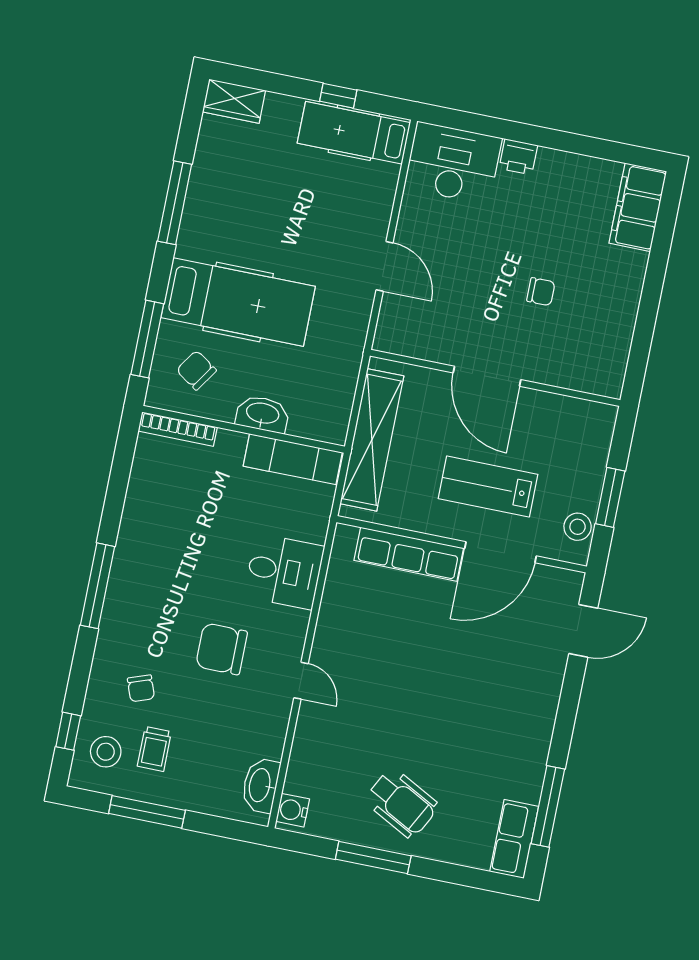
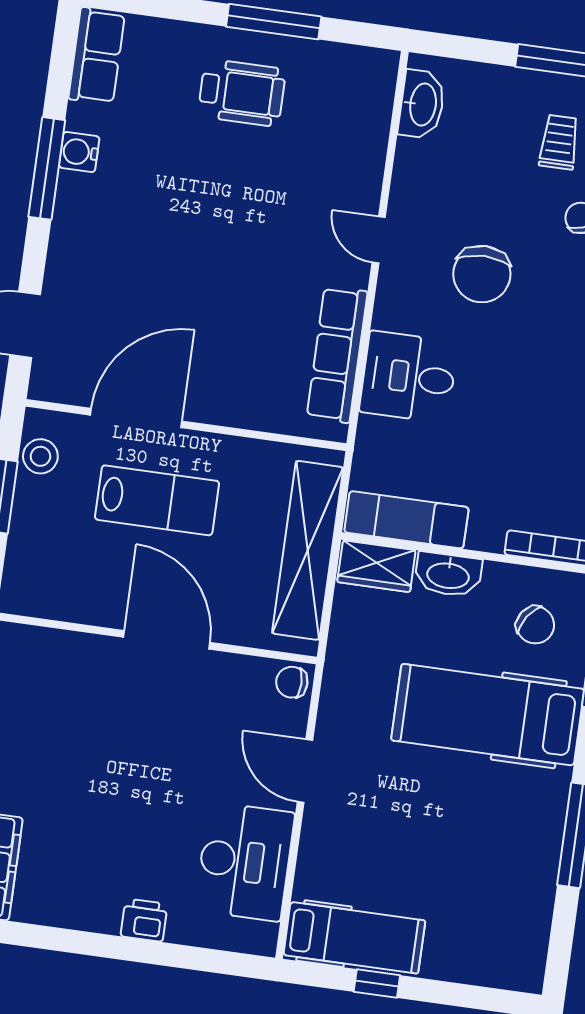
wardrobe: (234, 101) -> (376, 566), moved, turned 180
desk: (453, 163) -> (245, 862), moved, turned -90
chair: (541, 292) -> (292, 682), moved
row of seats: (409, 554) -> (337, 355), moved, turned -90
chair: (222, 649) -> (482, 274), turned 90
wheelchair: (402, 803) -> (242, 93), turned 152
window: (548, 806) -> (47, 168), moved
water cooler: (293, 810) -> (79, 152), moved, turned 180

